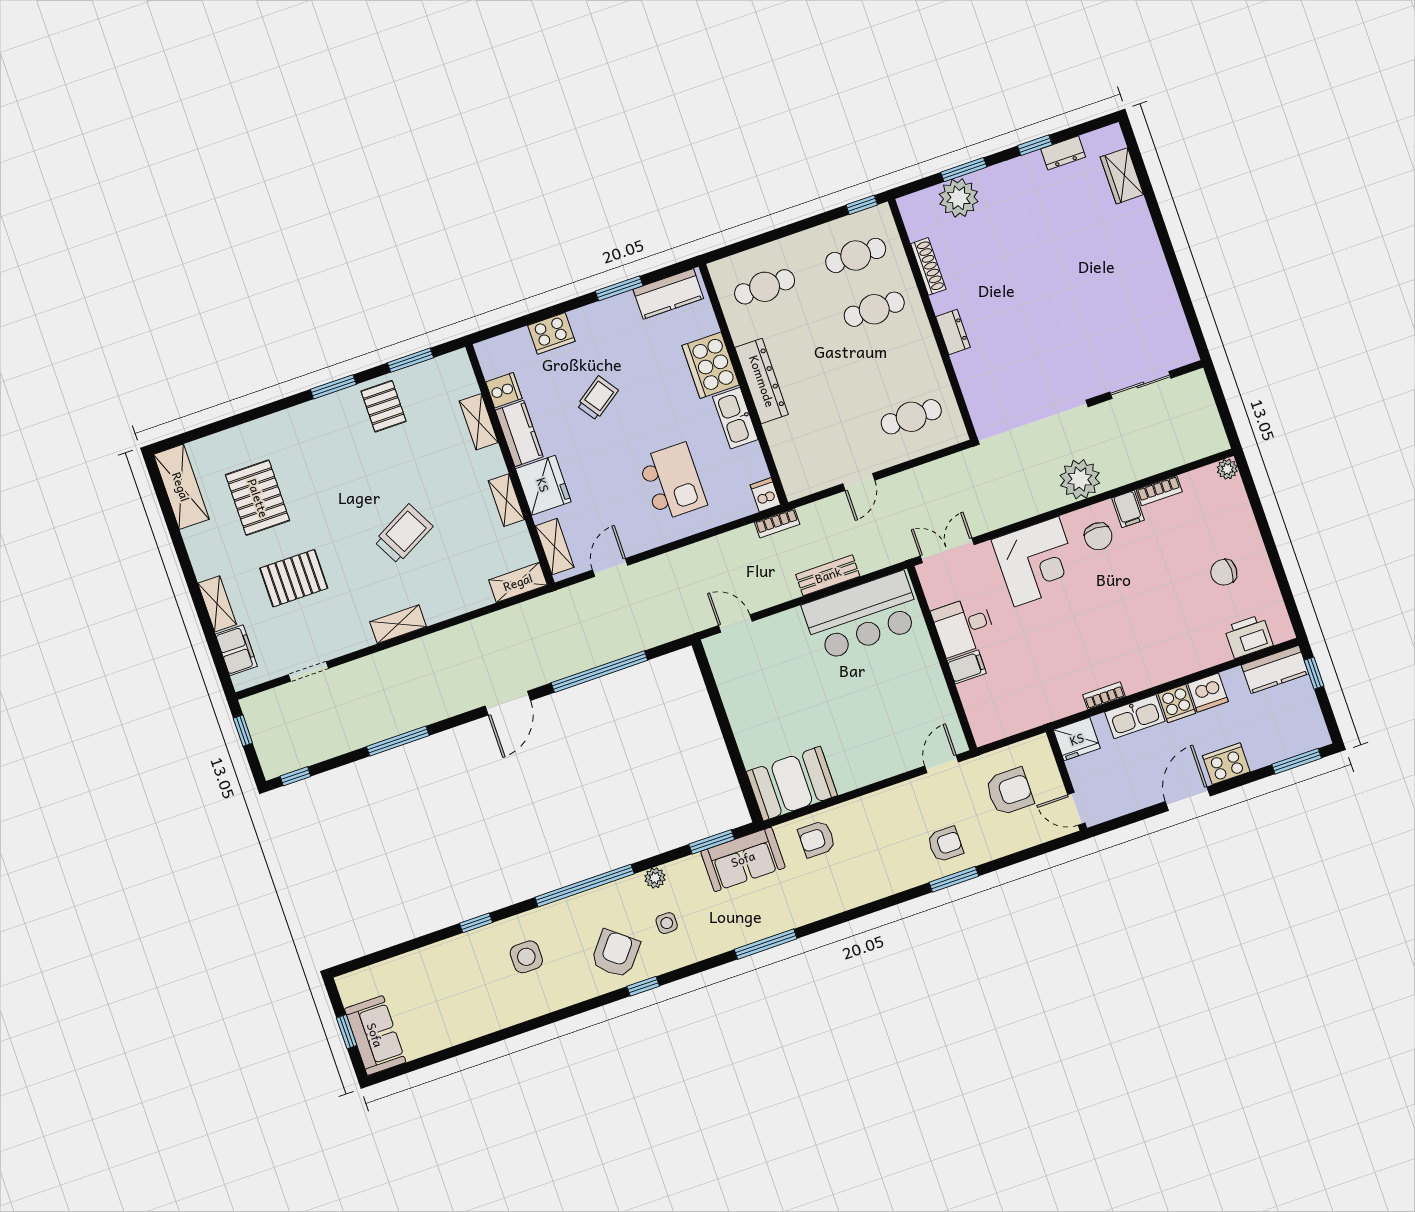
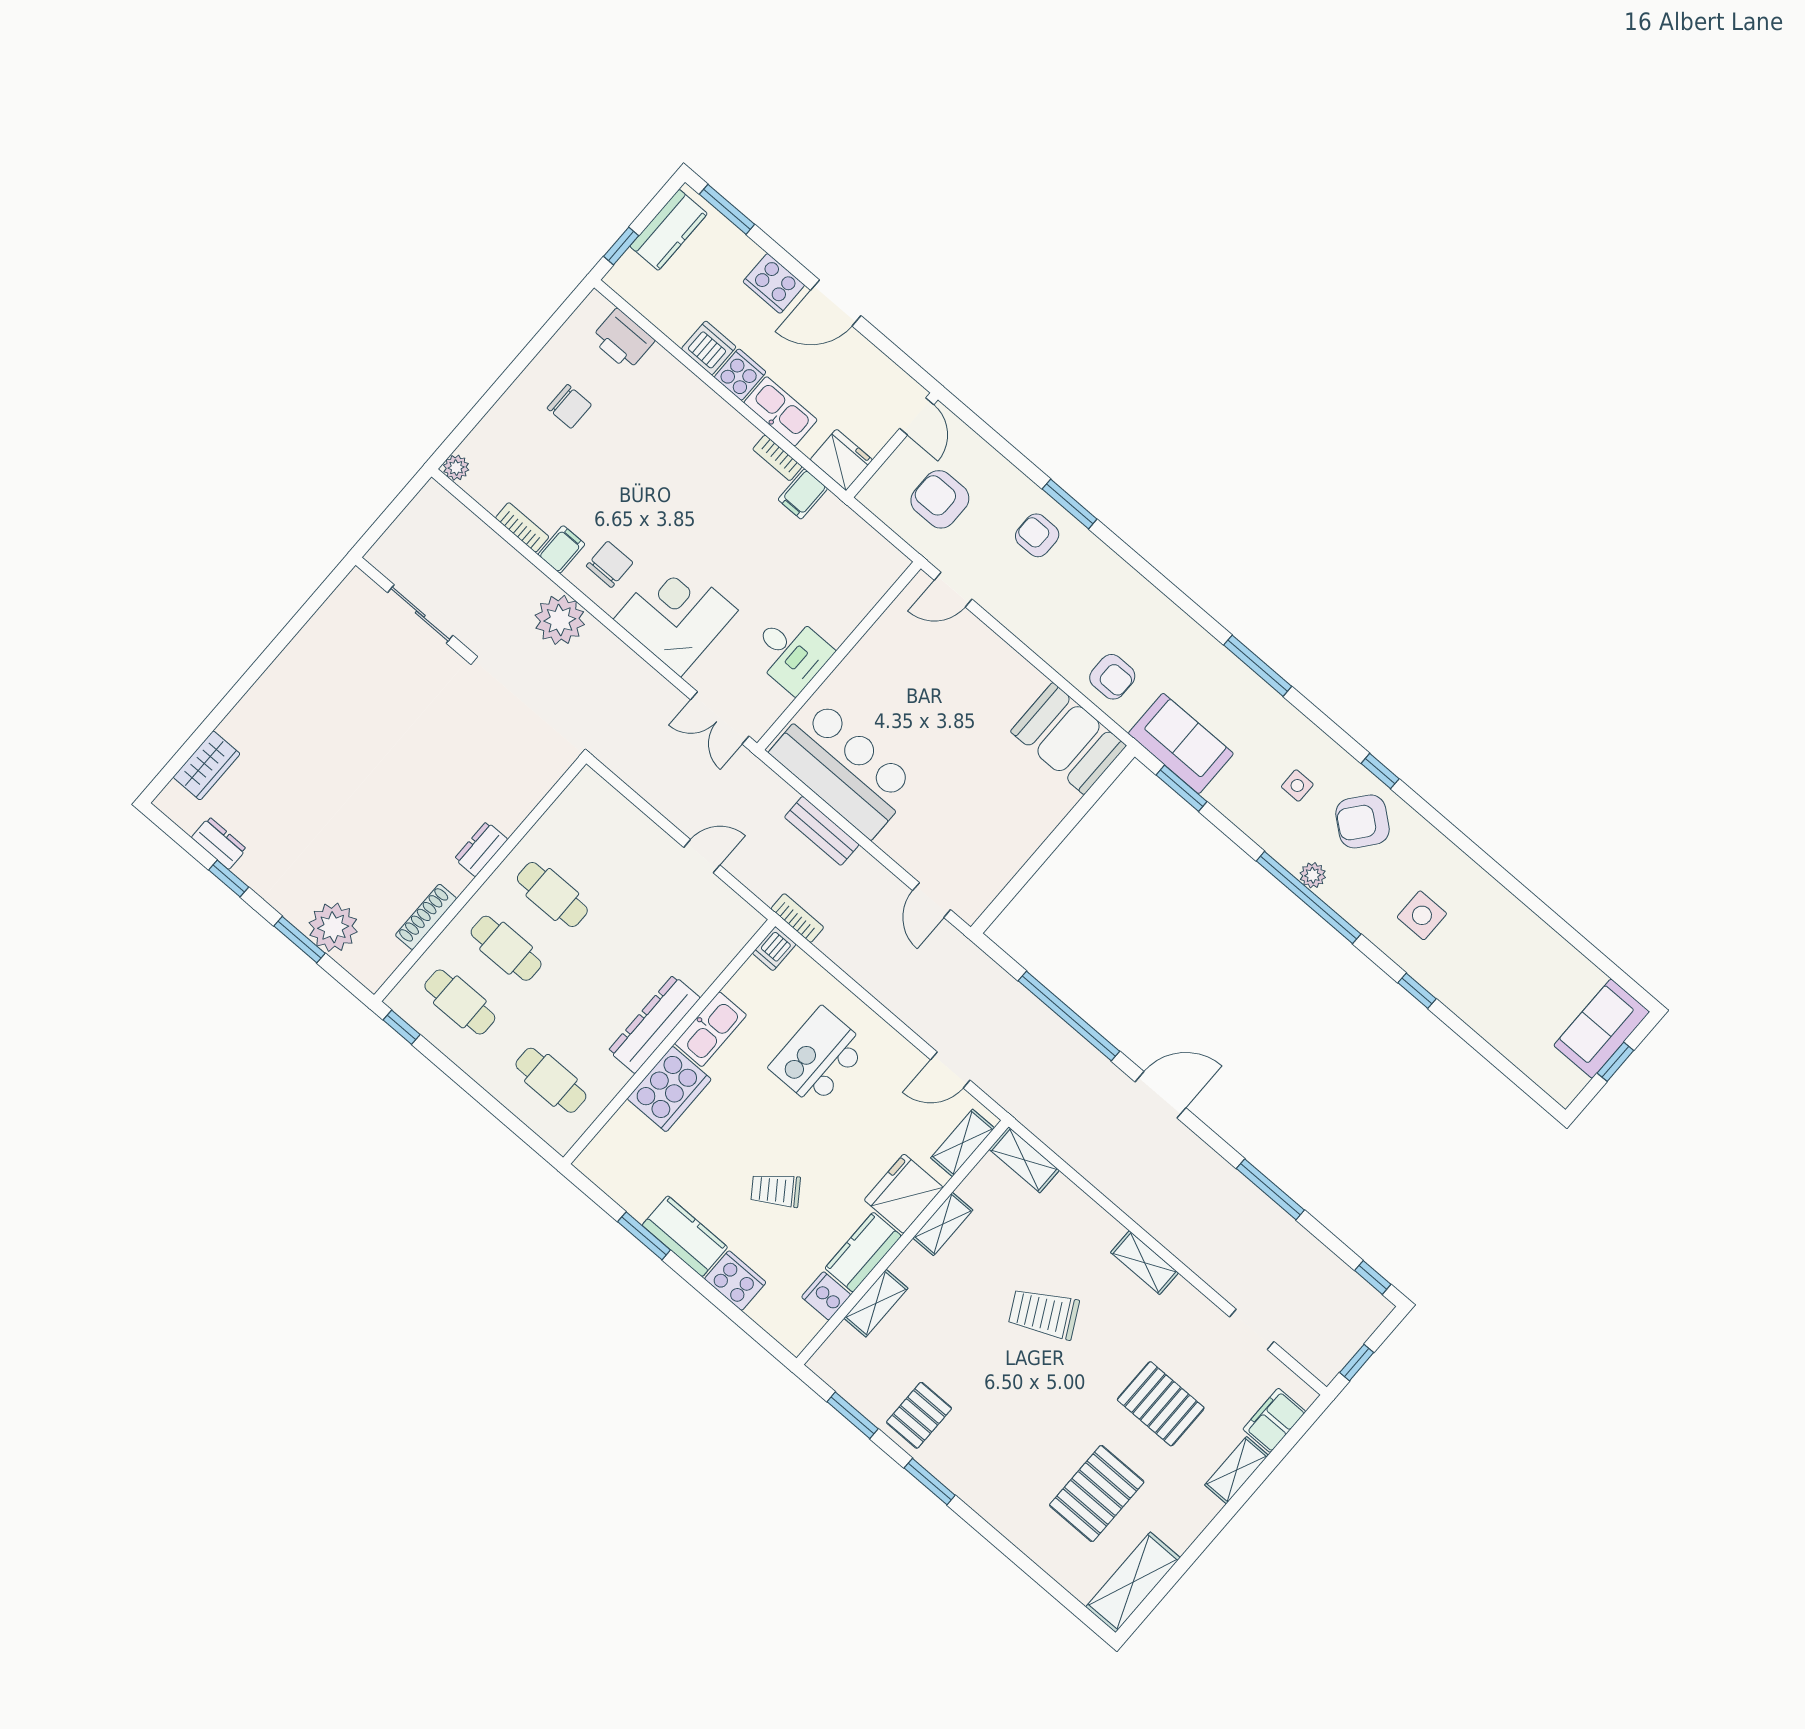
kitchen counter: (668, 294) -> (685, 1236), moved
cafe table: (911, 417) -> (552, 894), moved
filing cabinet: (967, 667) -> (803, 494), moved, turned -90
kitchen counter: (1275, 669) -> (669, 230), moved, turned 90
plant: (655, 878) -> (1313, 875), moved

